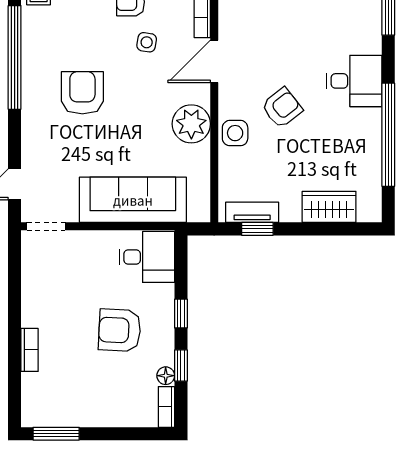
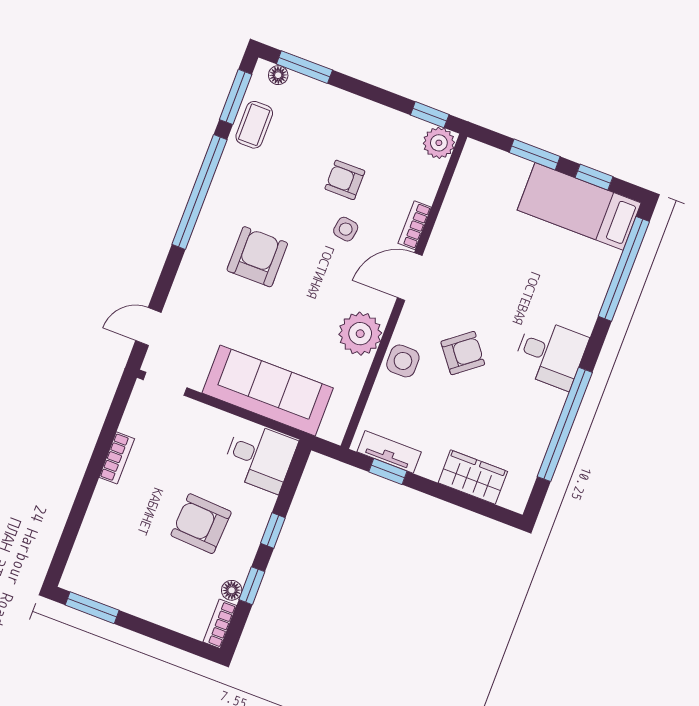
bookcase: (30, 350) -> (117, 458), moved

